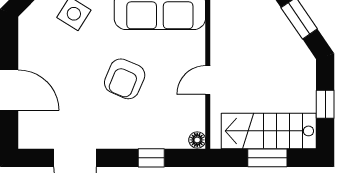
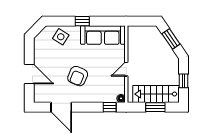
armchair: (125, 79) -> (78, 76), moved
window: (151, 158) -> (110, 107), moved

